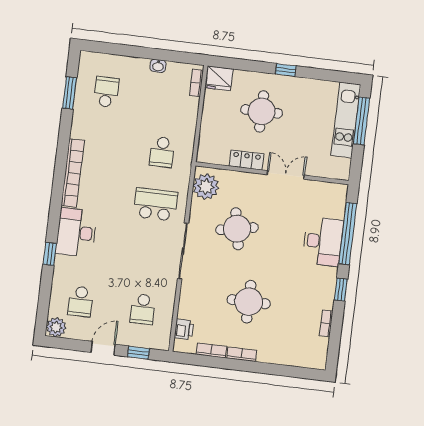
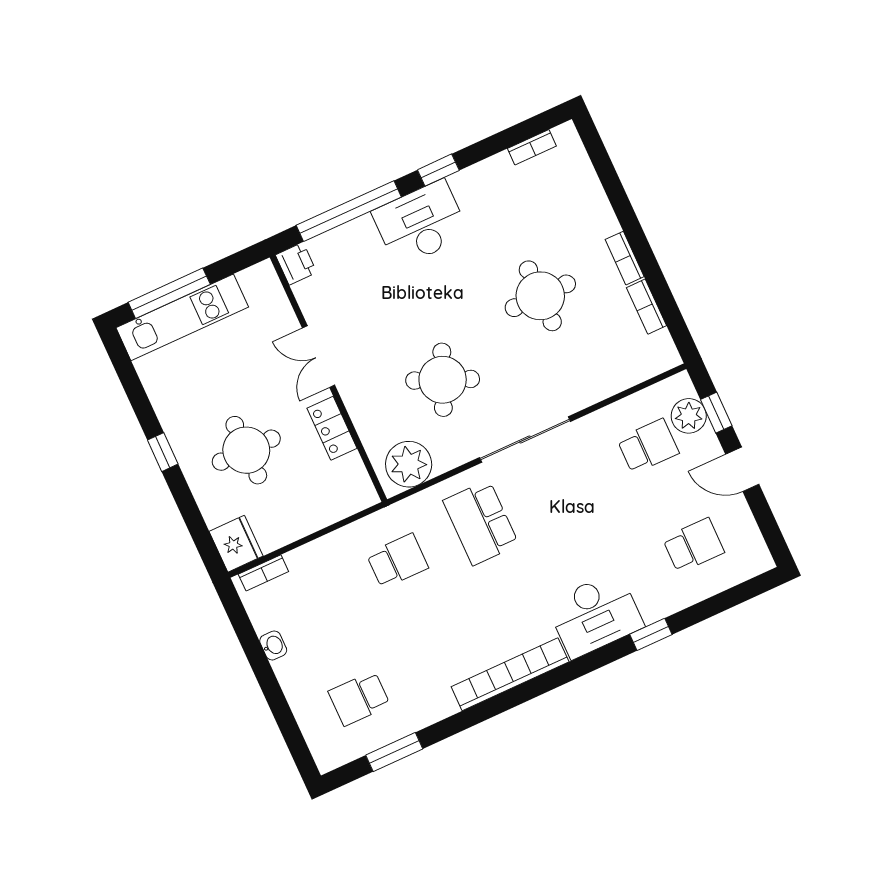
round table: (237, 229) -> (443, 380), turned 34
desk: (323, 241) -> (421, 223), moved
bookcase: (326, 323) -> (532, 147), moved
plant: (56, 327) -> (689, 416), moved
printer: (184, 329) -> (296, 264), moved, turned 90

